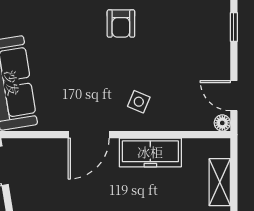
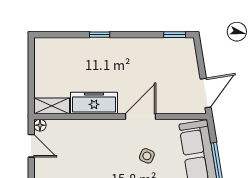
side table: (139, 102) -> (147, 156), moved
shelving: (220, 182) -> (52, 106), moved, turned 90

